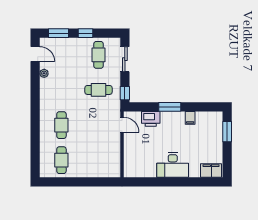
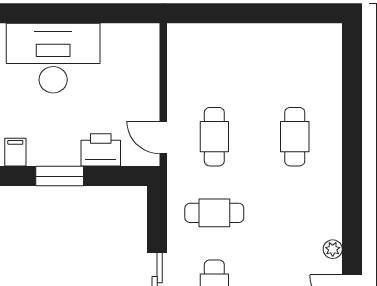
window: (125, 93) -> (157, 206), removed
cafe table: (61, 160) -> (214, 137), moved
desk: (173, 165) -> (53, 58), width x1.36, depth x1.30

